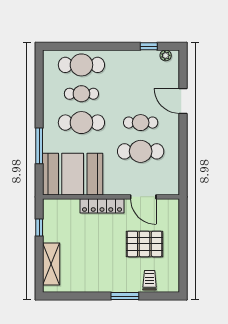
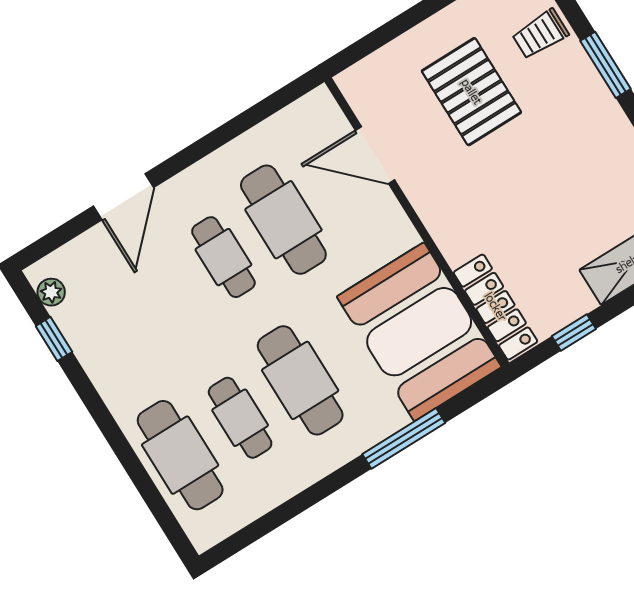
door: (143, 197) -> (375, 155), swing flipped
locker: (102, 206) -> (495, 307), moved

